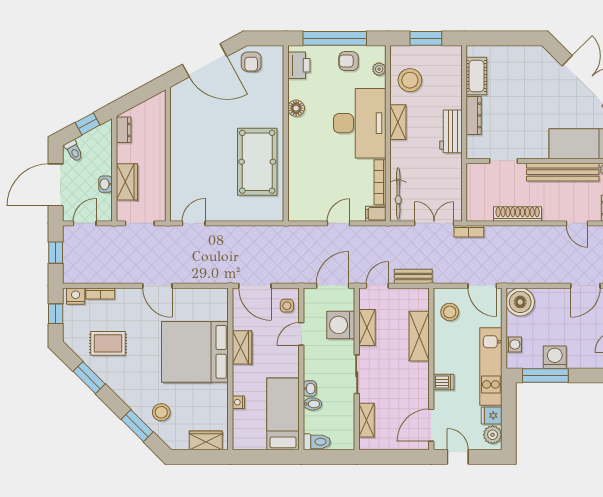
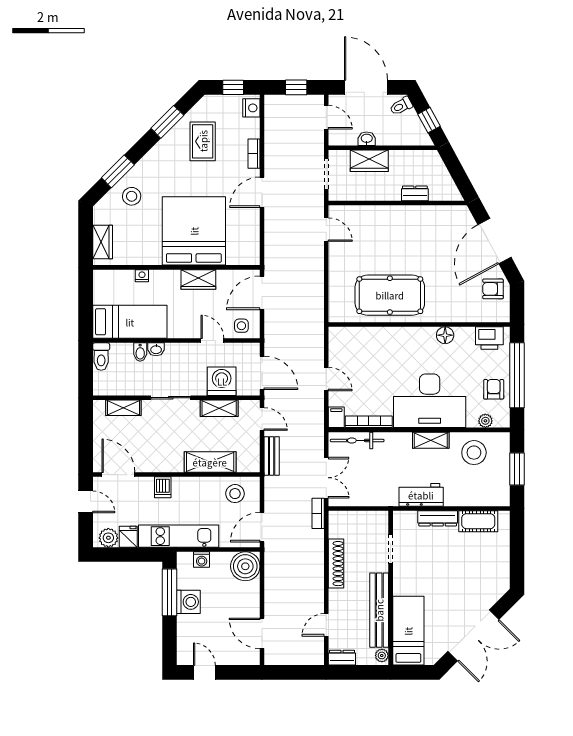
dresser: (124, 130) -> (415, 193), moved, turned 180
bookcase: (100, 294) -> (254, 154), moved
door: (458, 457) -> (86, 502), hinge flipped

